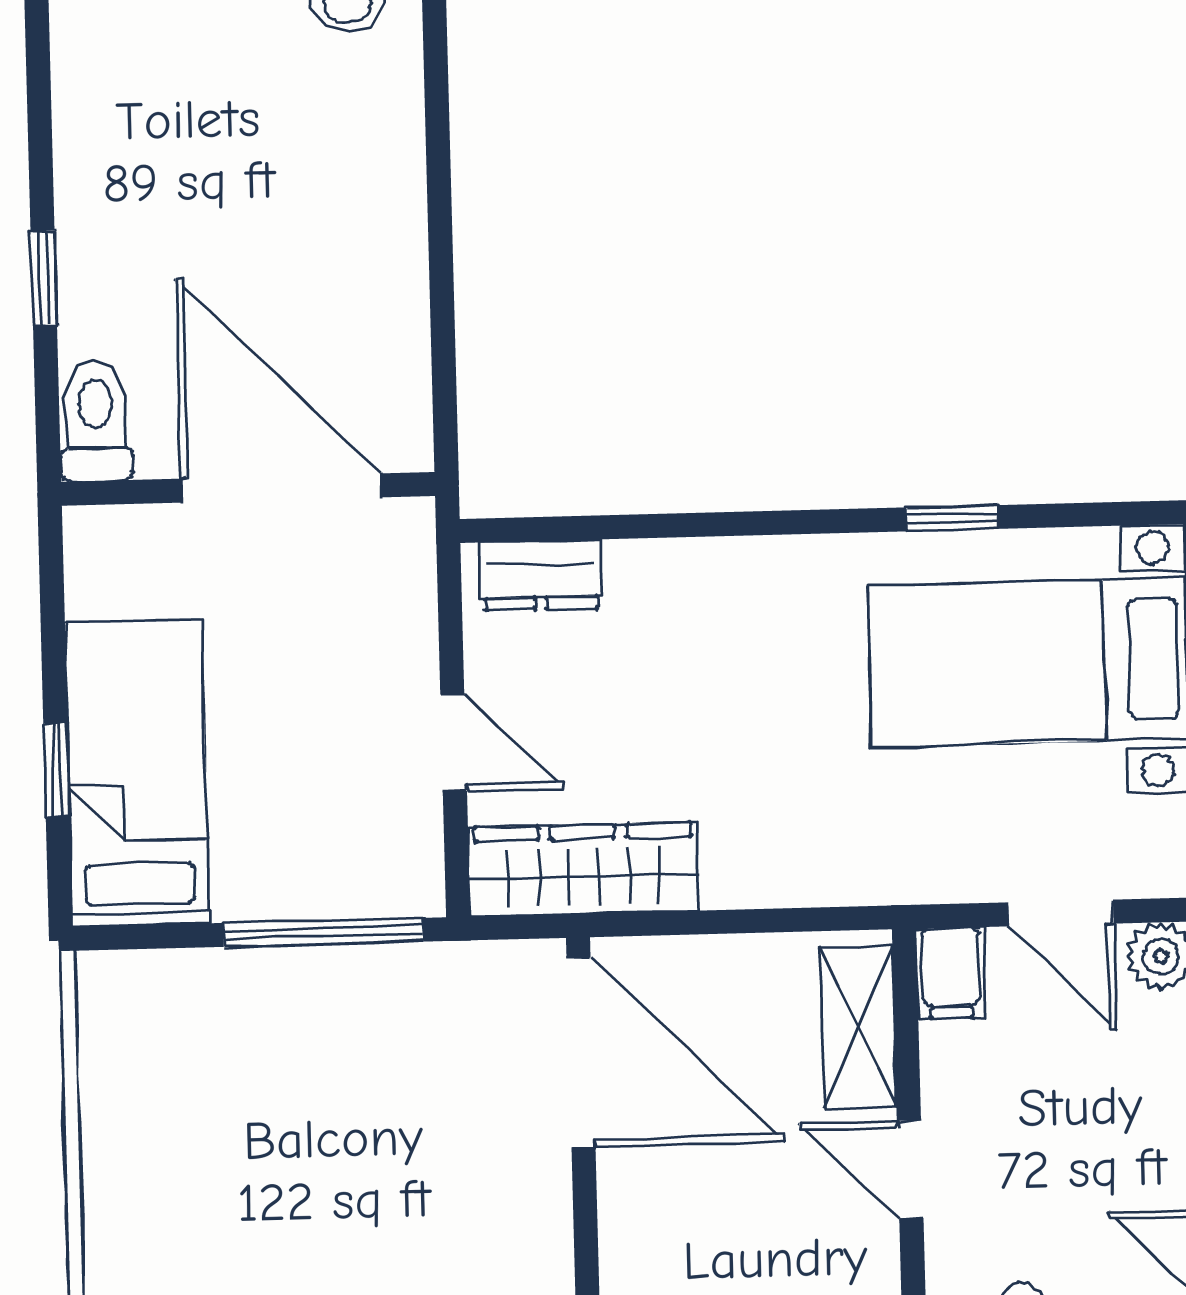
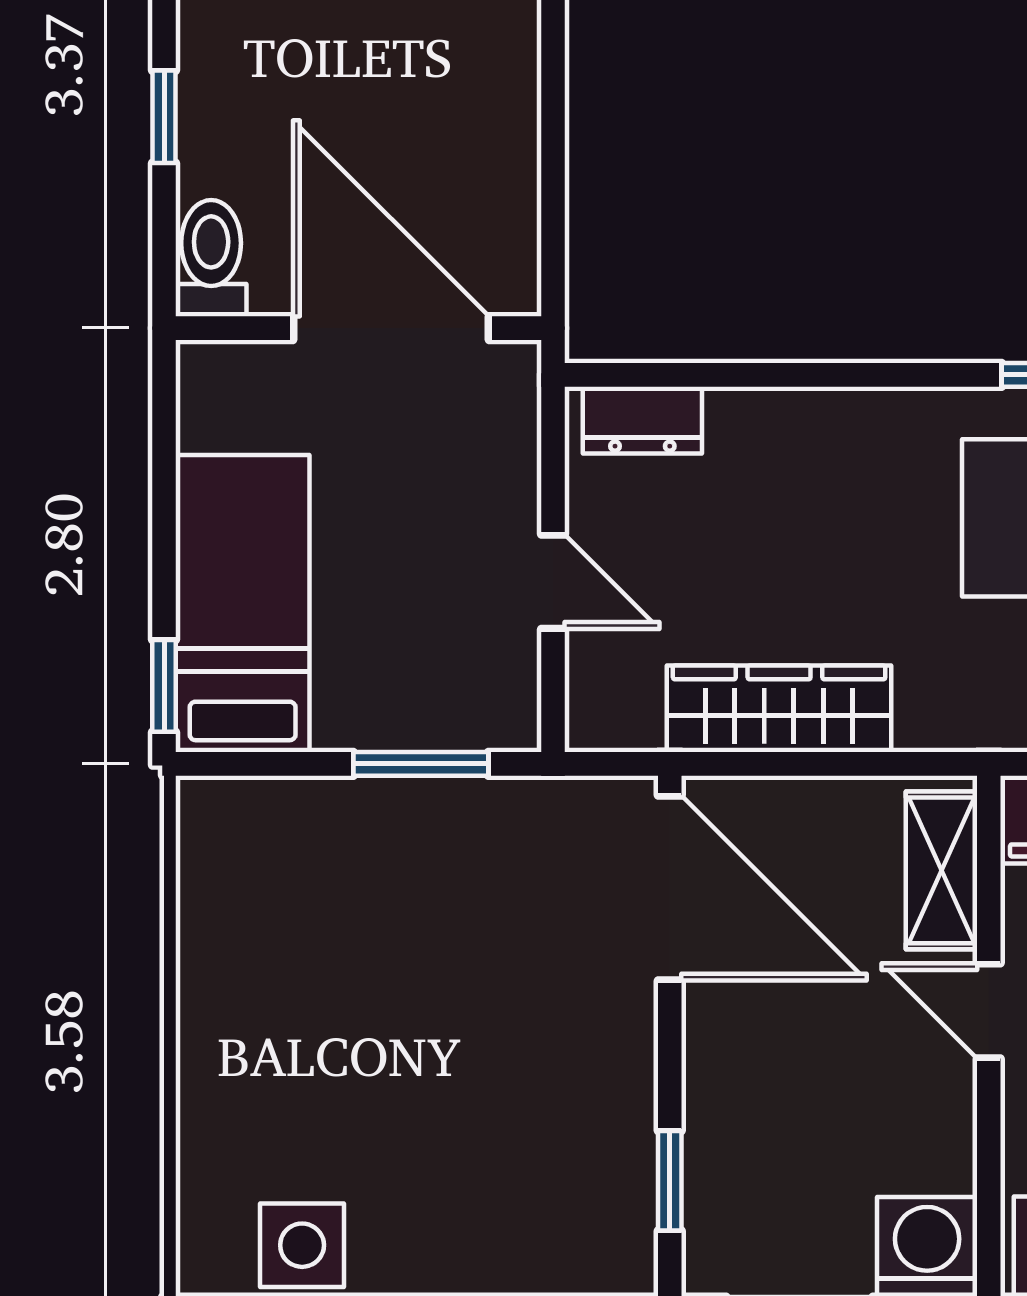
window: (57, 770) -> (164, 686), moved
wardrobe: (583, 869) -> (779, 709), moved
window: (323, 932) -> (421, 764), width x0.69

